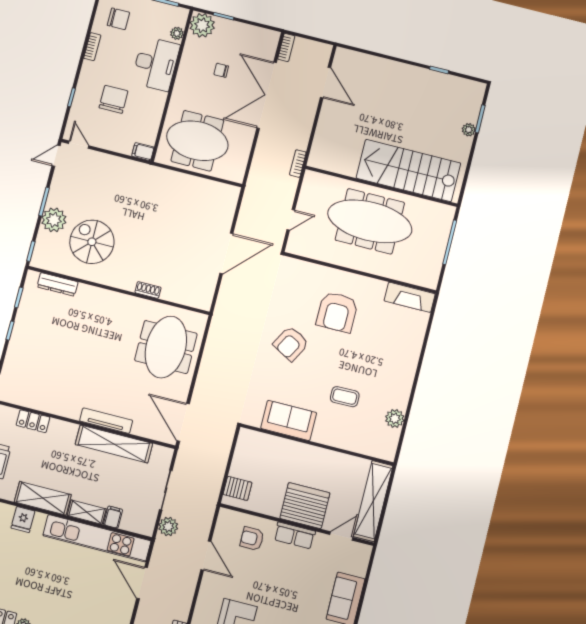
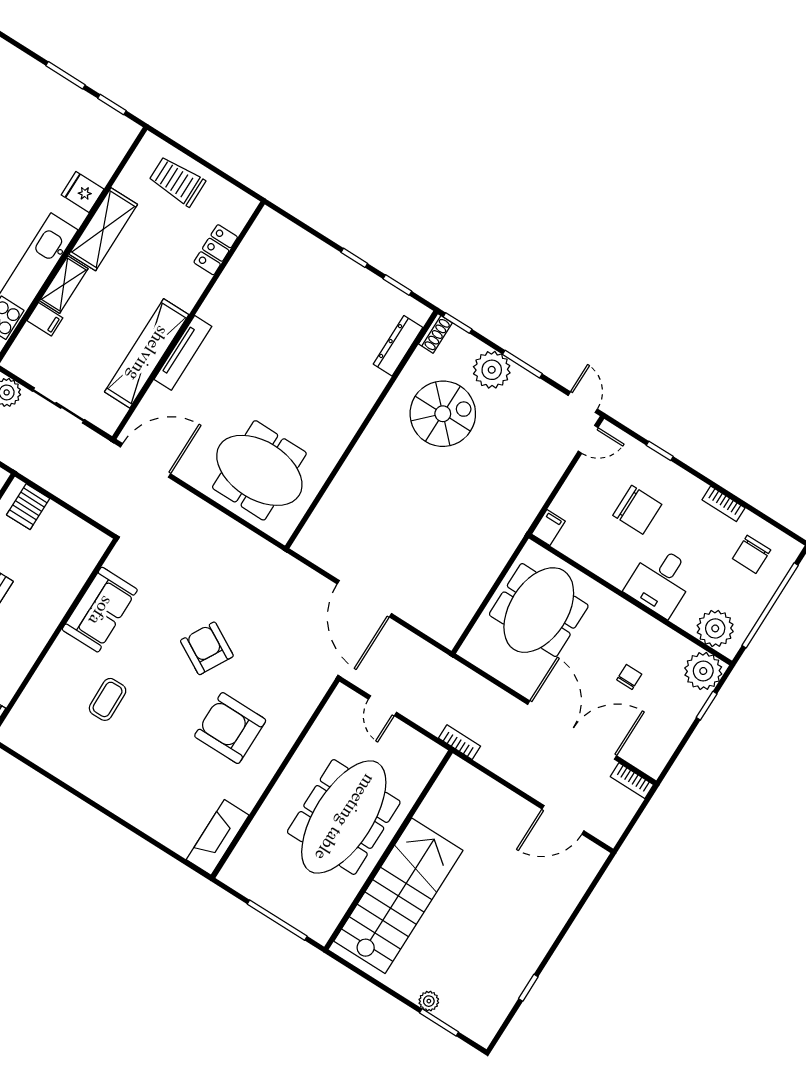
plant: (177, 33) -> (715, 628), width x1.87, depth x1.87
desk: (156, 64) -> (661, 581), width x0.73
shoe rack: (148, 290) -> (435, 333), moved
plant: (395, 418) -> (54, 760), removed

